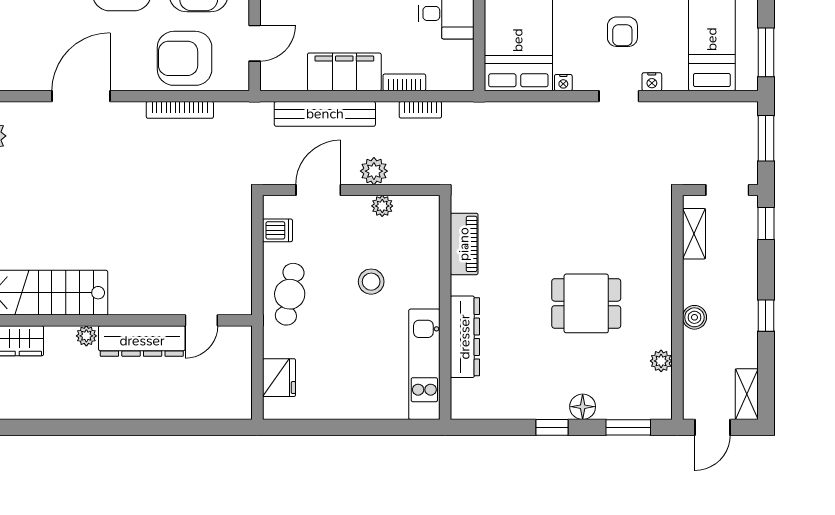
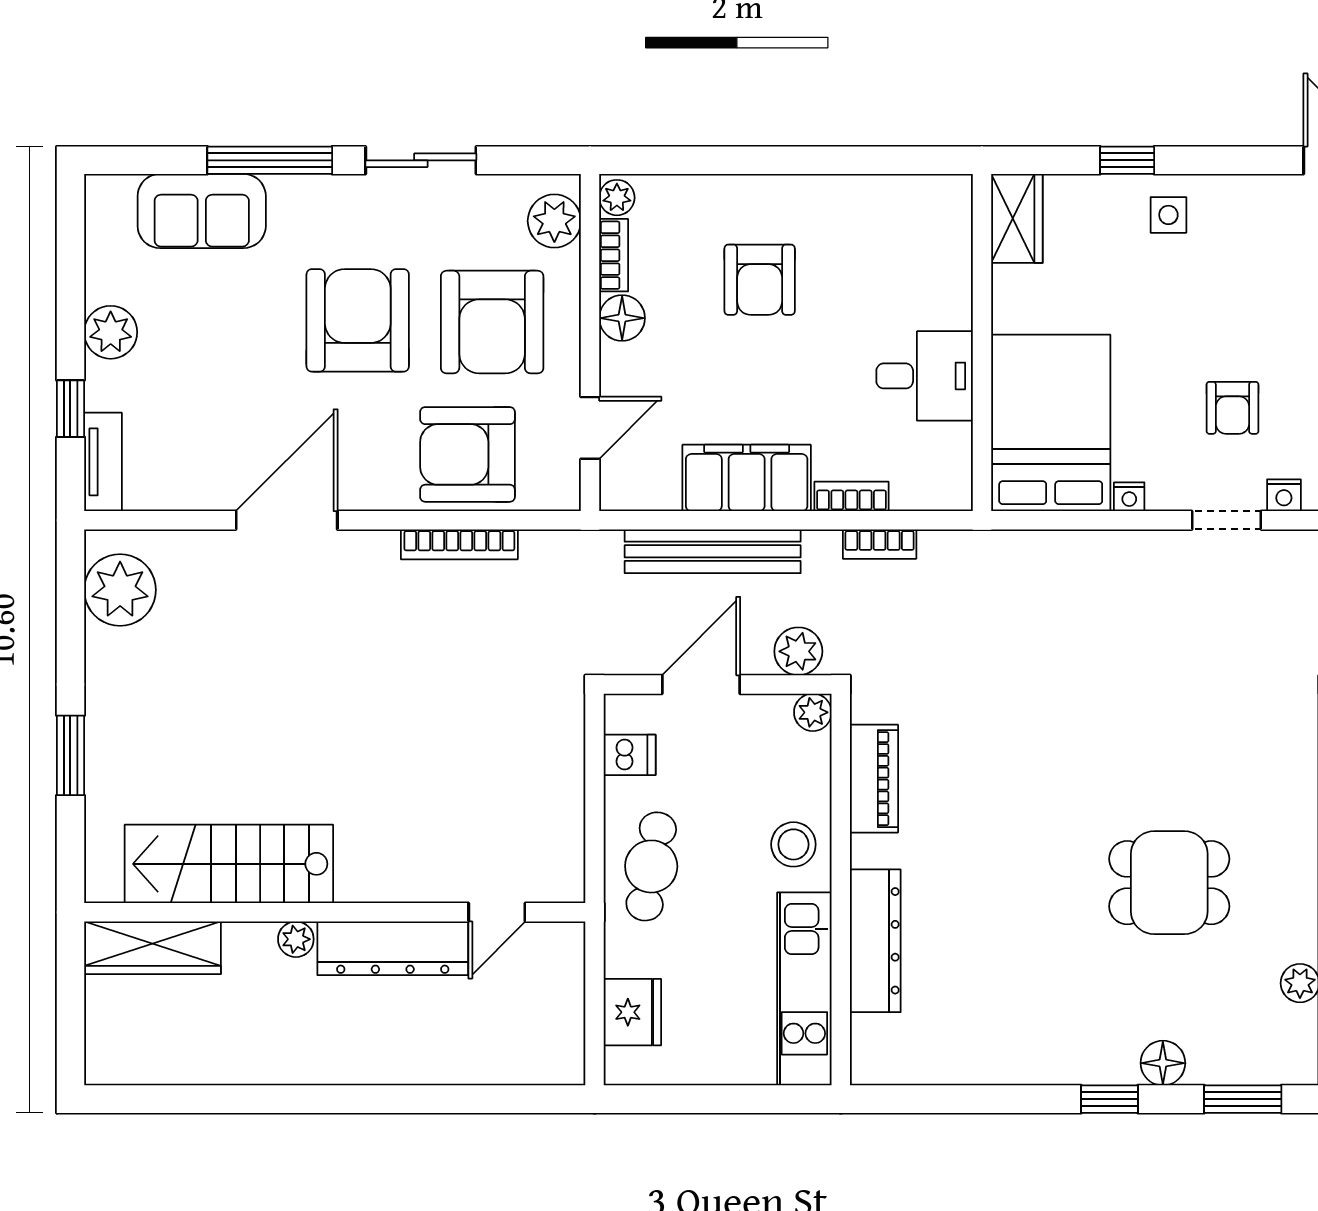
piano: (464, 244) -> (874, 779), moved
wall: (445, 307) -> (841, 889), moved
dresser: (465, 337) -> (875, 941), moved
kitchen unit: (424, 364) -> (804, 989), moved

